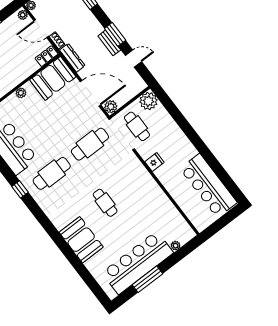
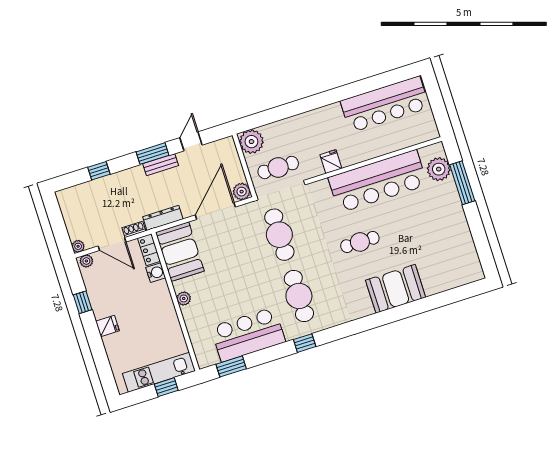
door: (41, 29) -> (112, 244), hinge flipped
water cooler: (32, 67) -> (156, 273), added
plant: (176, 246) -> (439, 169), width x1.88, depth x1.88
bar counter: (138, 263) -> (378, 181), moved, turned -90
window: (147, 279) -> (462, 183), moved

